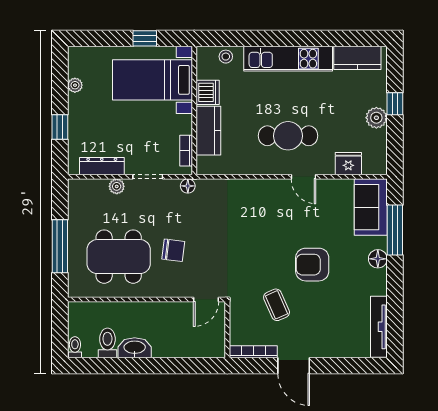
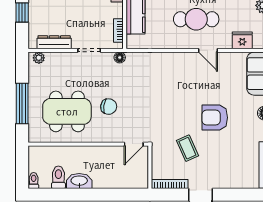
plant: (117, 186) -> (39, 58), moved

